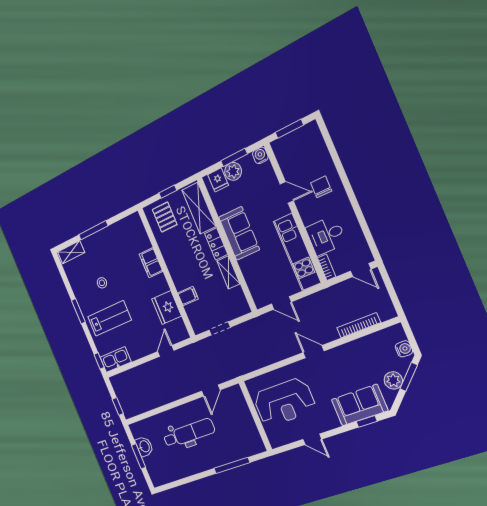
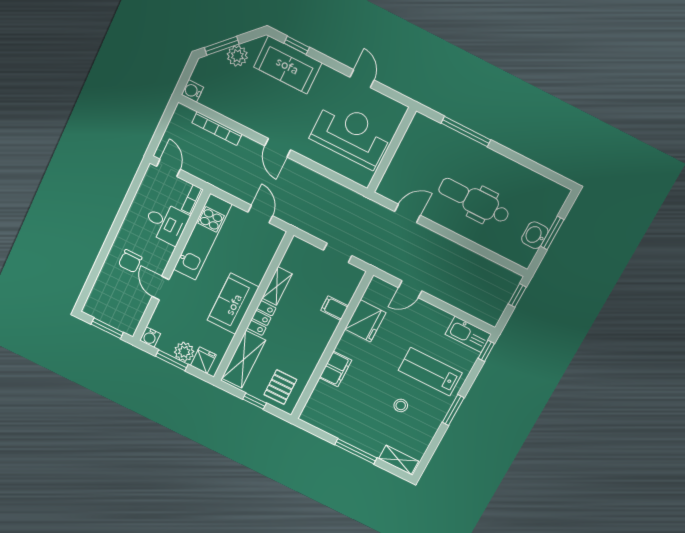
water cooler: (404, 349) -> (192, 91), moved

